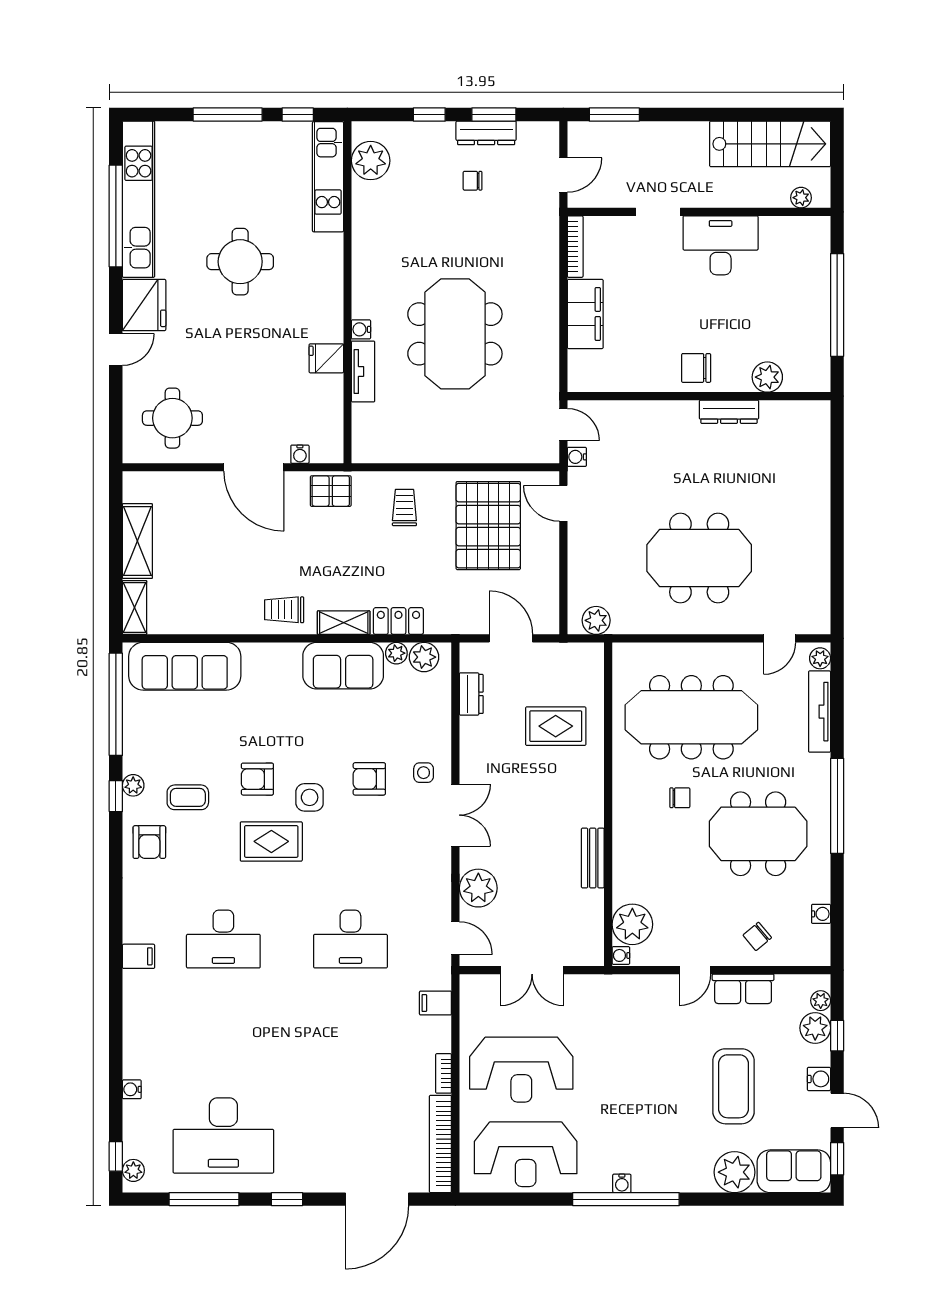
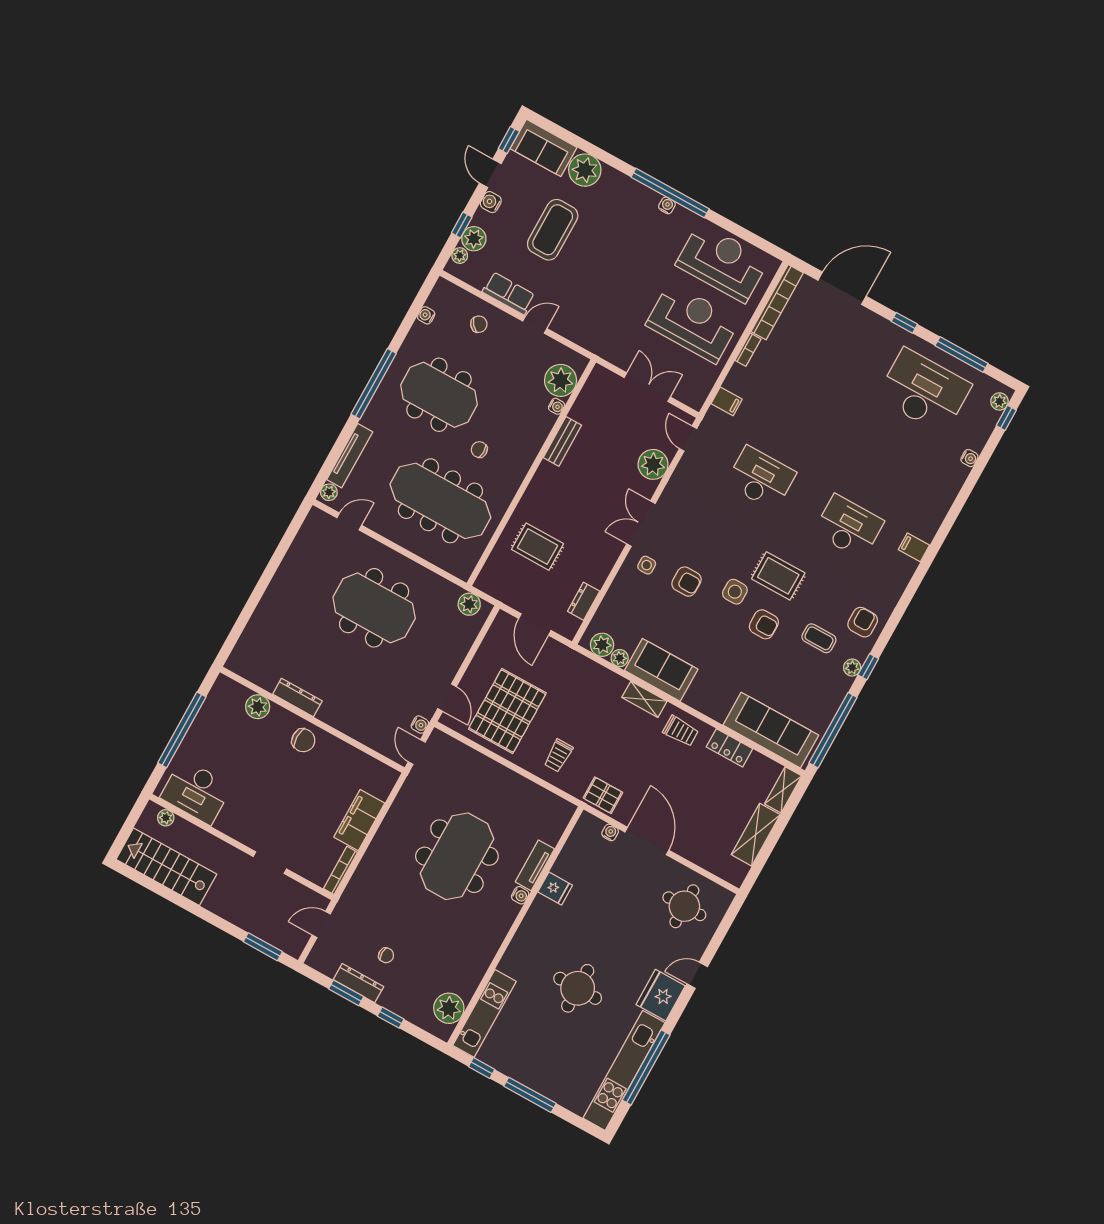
desk: (721, 245) -> (196, 792), moved
locker: (398, 621) -> (729, 748), moved
water cooler: (621, 955) -> (556, 406), moved

